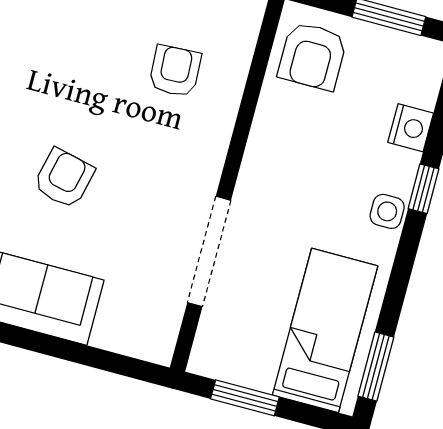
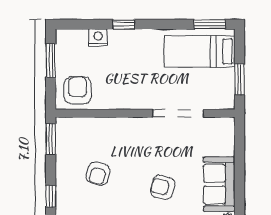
armchair: (312, 56) -> (78, 90), turned -90
armchair: (175, 71) -> (98, 174), moved, turned -71
side table: (387, 211) -> (138, 38), removed

